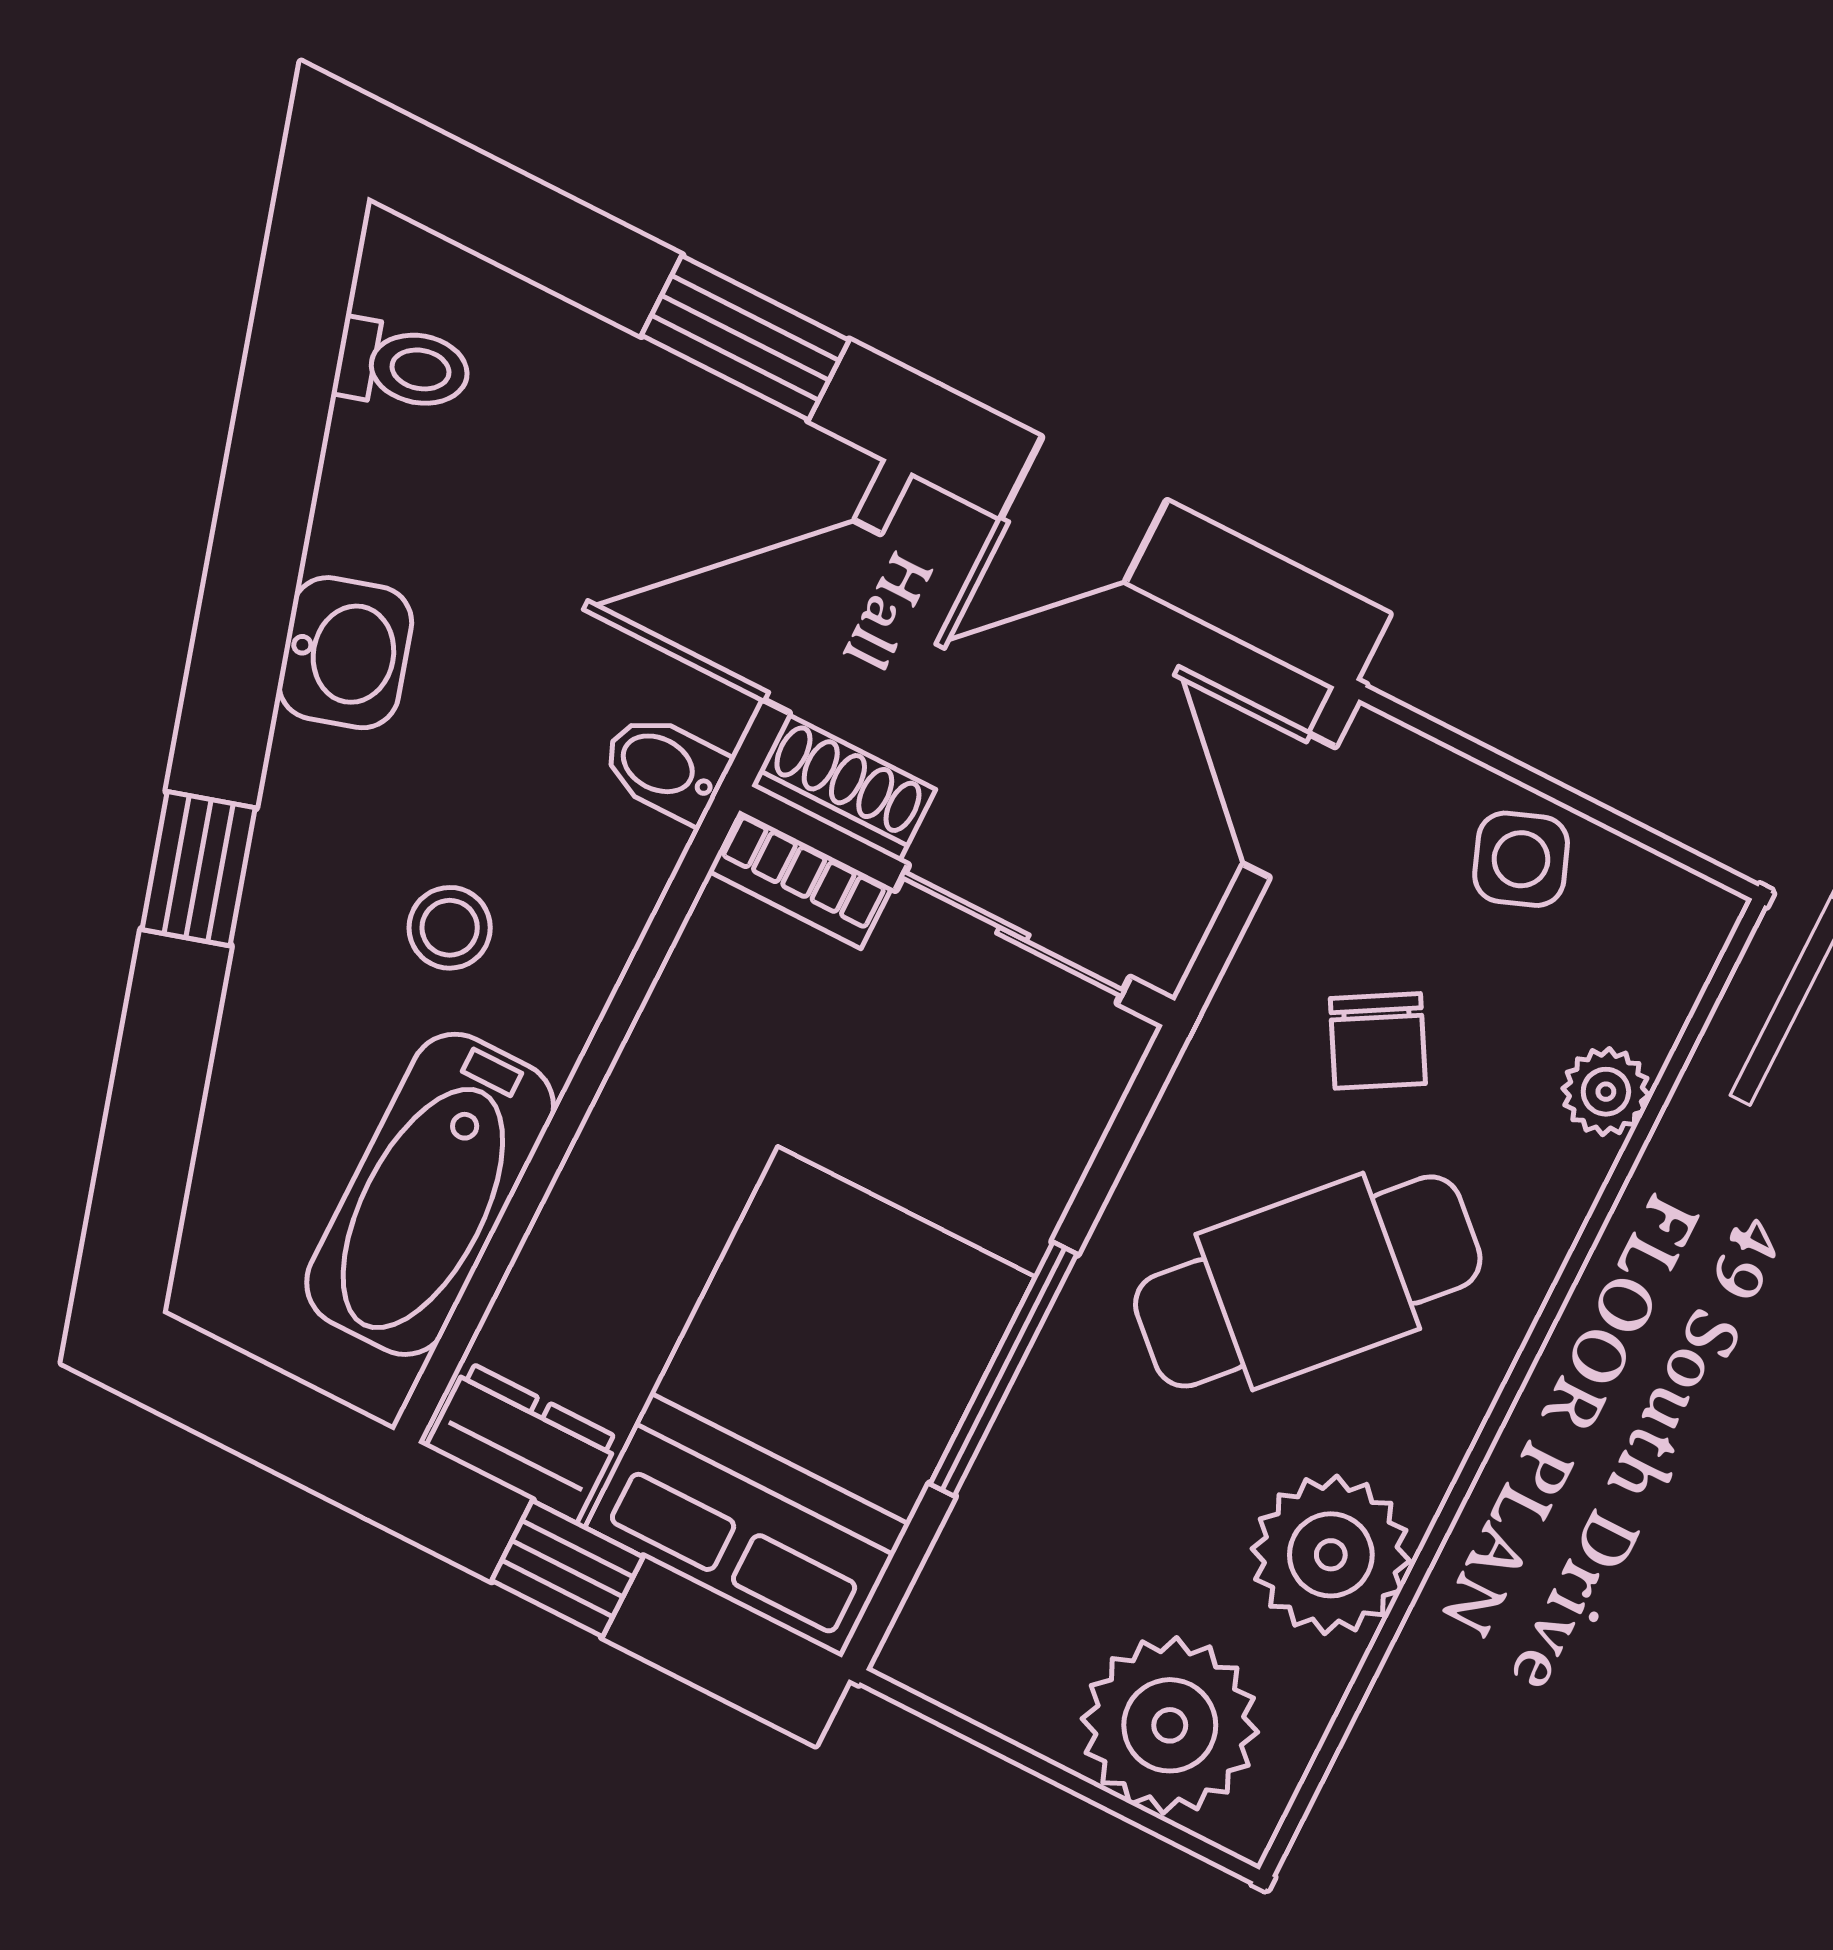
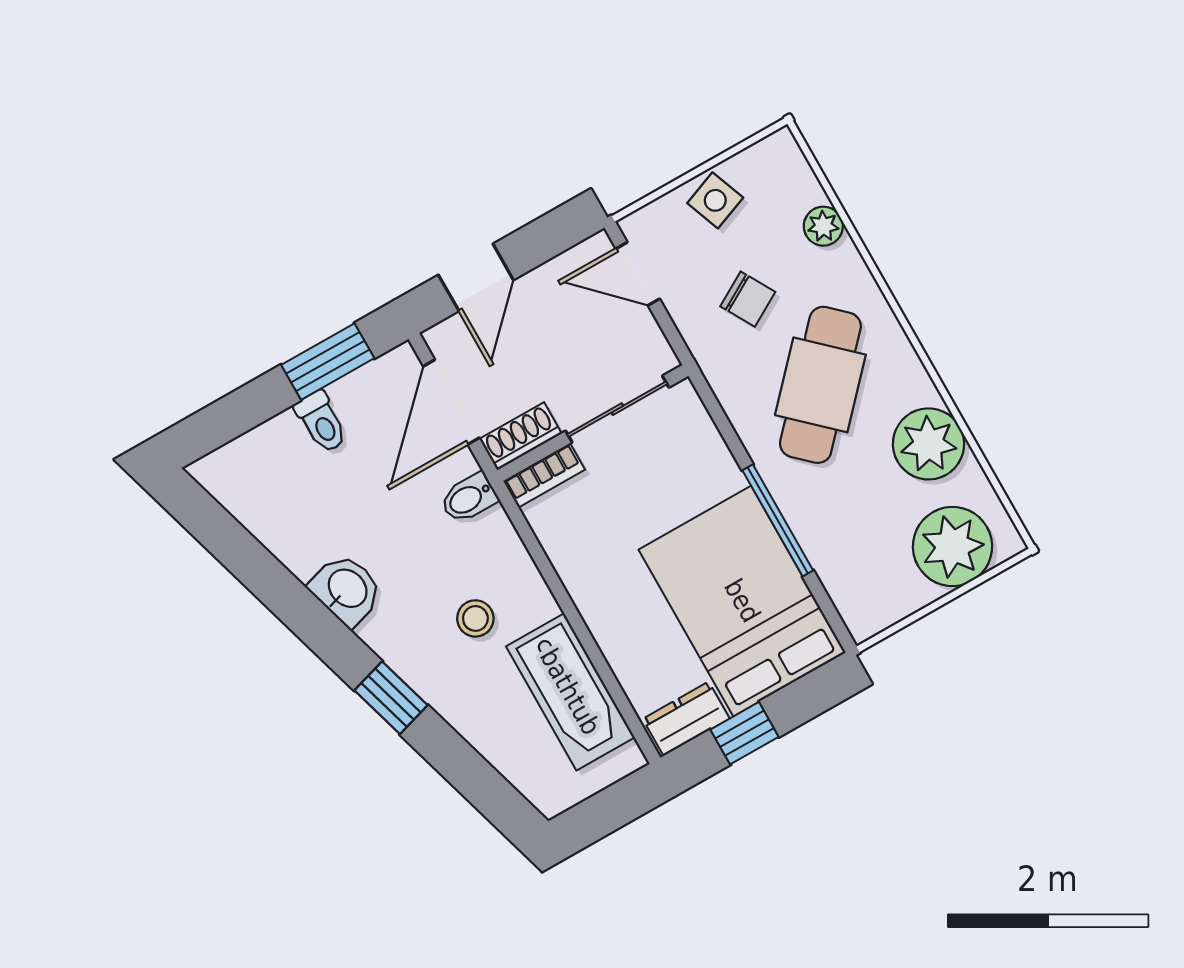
toilet: (403, 366) -> (321, 422), moved, turned 106

